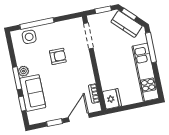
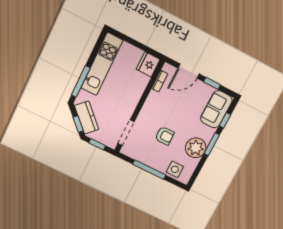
window: (37, 23) -> (149, 170), moved
armchair: (58, 56) -> (165, 136), turned 180
plant: (23, 71) -> (196, 148), width x1.87, depth x1.87
sofa: (33, 93) -> (216, 109), moved

